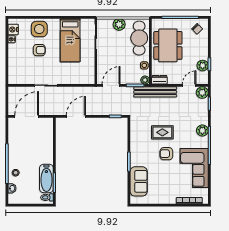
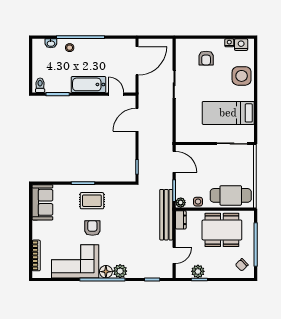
plant: (119, 24) -> (247, 171), removed
armchair: (39, 50) -> (206, 58), moved
door: (189, 85) -> (174, 255), hinge flipped
plant: (202, 93) -> (166, 271), removed
door: (27, 116) -> (137, 61), hinge flipped
door: (76, 116) -> (137, 120), swing flipped
rug: (162, 132) -> (92, 201), moved, turned 90
door: (54, 134) -> (116, 94), added
floor lamp: (203, 142) -> (106, 272), added
bathtub: (46, 178) -> (89, 84), moved
sofa: (139, 181) -> (42, 202), moved, turned -90

